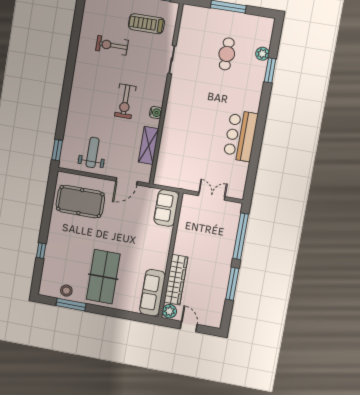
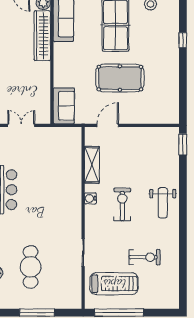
treadmill: (146, 24) -> (114, 284), width x1.37, depth x1.38
cafe table: (227, 54) -> (31, 267), width x1.37, depth x1.35
weight bench: (93, 152) -> (163, 203), moved
double door: (212, 196) -> (21, 125), swing flipped
pool table: (80, 202) -> (120, 78), moved

